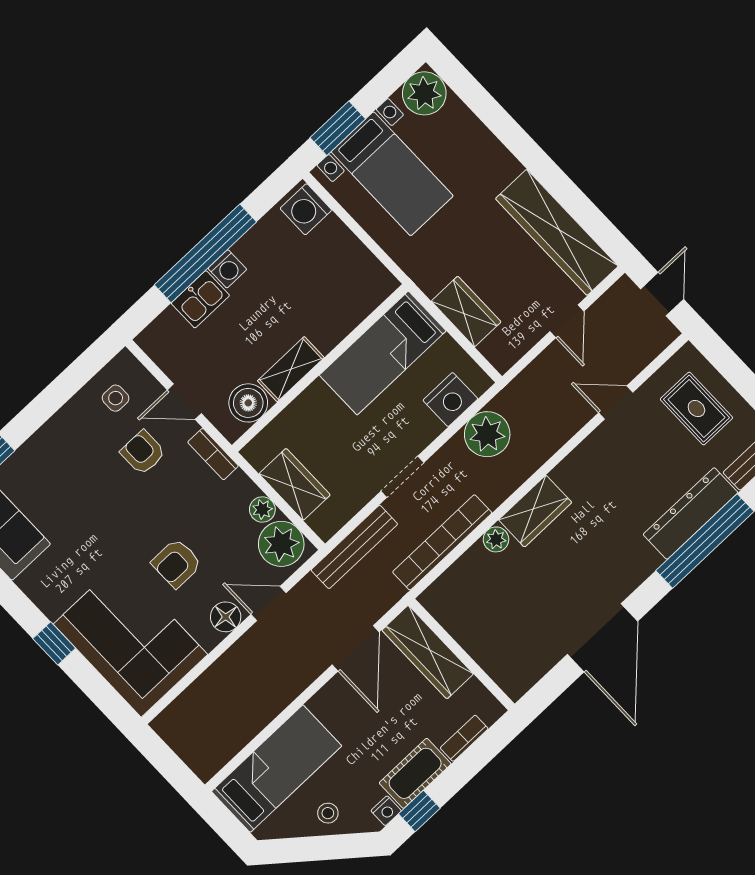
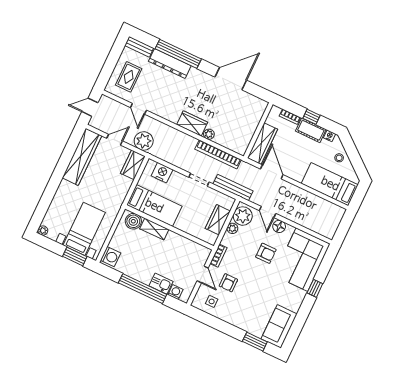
plant: (424, 93) -> (43, 231), width x0.53, depth x0.53
washing machine: (227, 269) -> (175, 292), moved
wardrobe: (466, 312) -> (133, 165), moved
shelving: (291, 369) -> (154, 229), moved
boiler: (248, 403) -> (133, 221), moved
plant: (487, 434) -> (144, 141), moved
door: (356, 648) -> (272, 172), hinge flipped
window: (419, 811) -> (311, 117), moved

